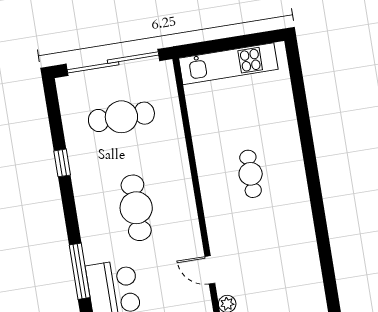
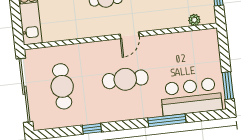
door: (210, 270) -> (130, 35), moved

